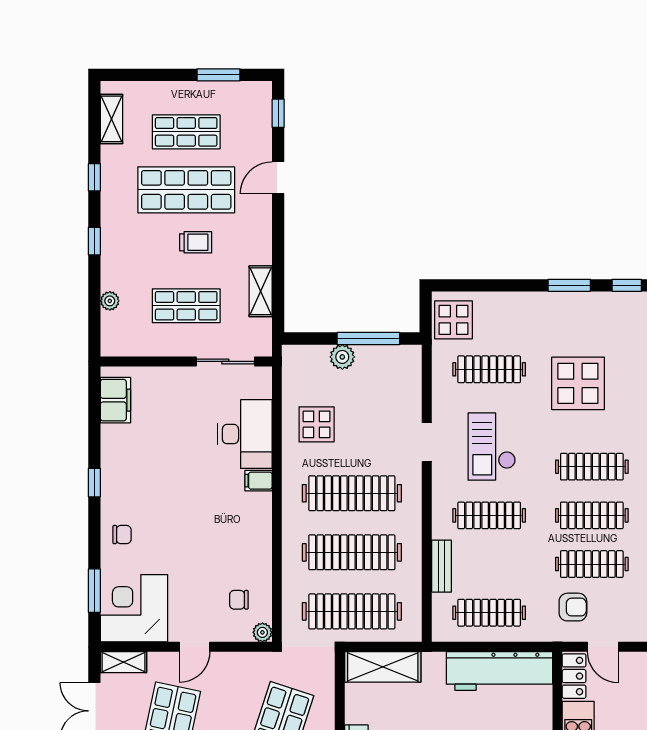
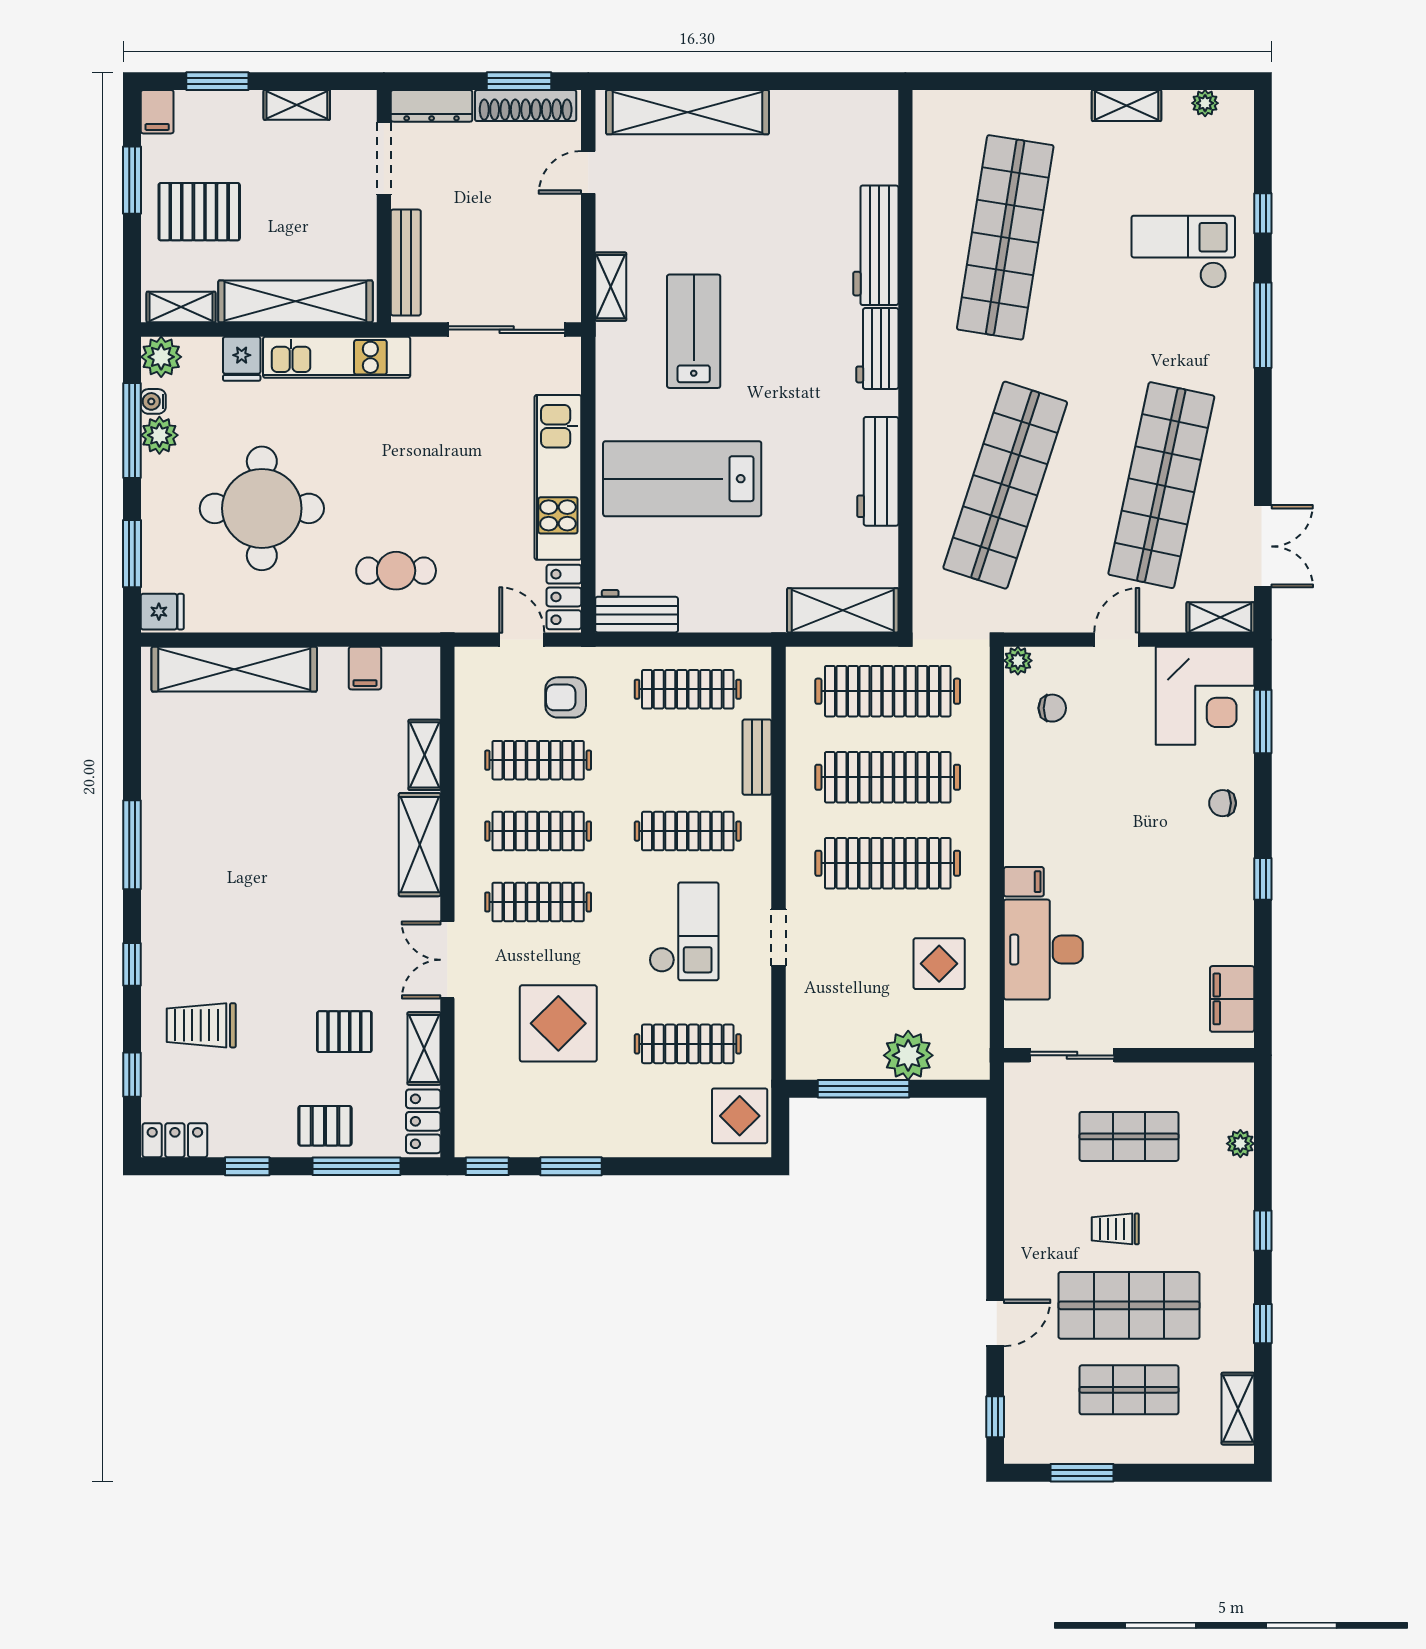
shelving: (261, 291) -> (1021, 1158), removed
plant: (342, 357) -> (908, 1055), width x1.36, depth x1.36
workbench: (499, 671) -> (637, 611), width x0.53, depth x0.76

